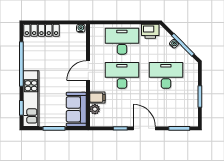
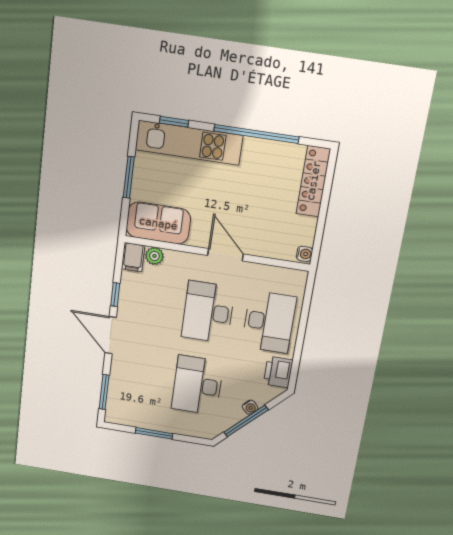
desk: (122, 75) -> (208, 312), turned 180
desk: (166, 75) -> (197, 385), turned 180
filing cabinet: (97, 98) -> (133, 257), moved
door: (144, 128) -> (111, 335), swing flipped

